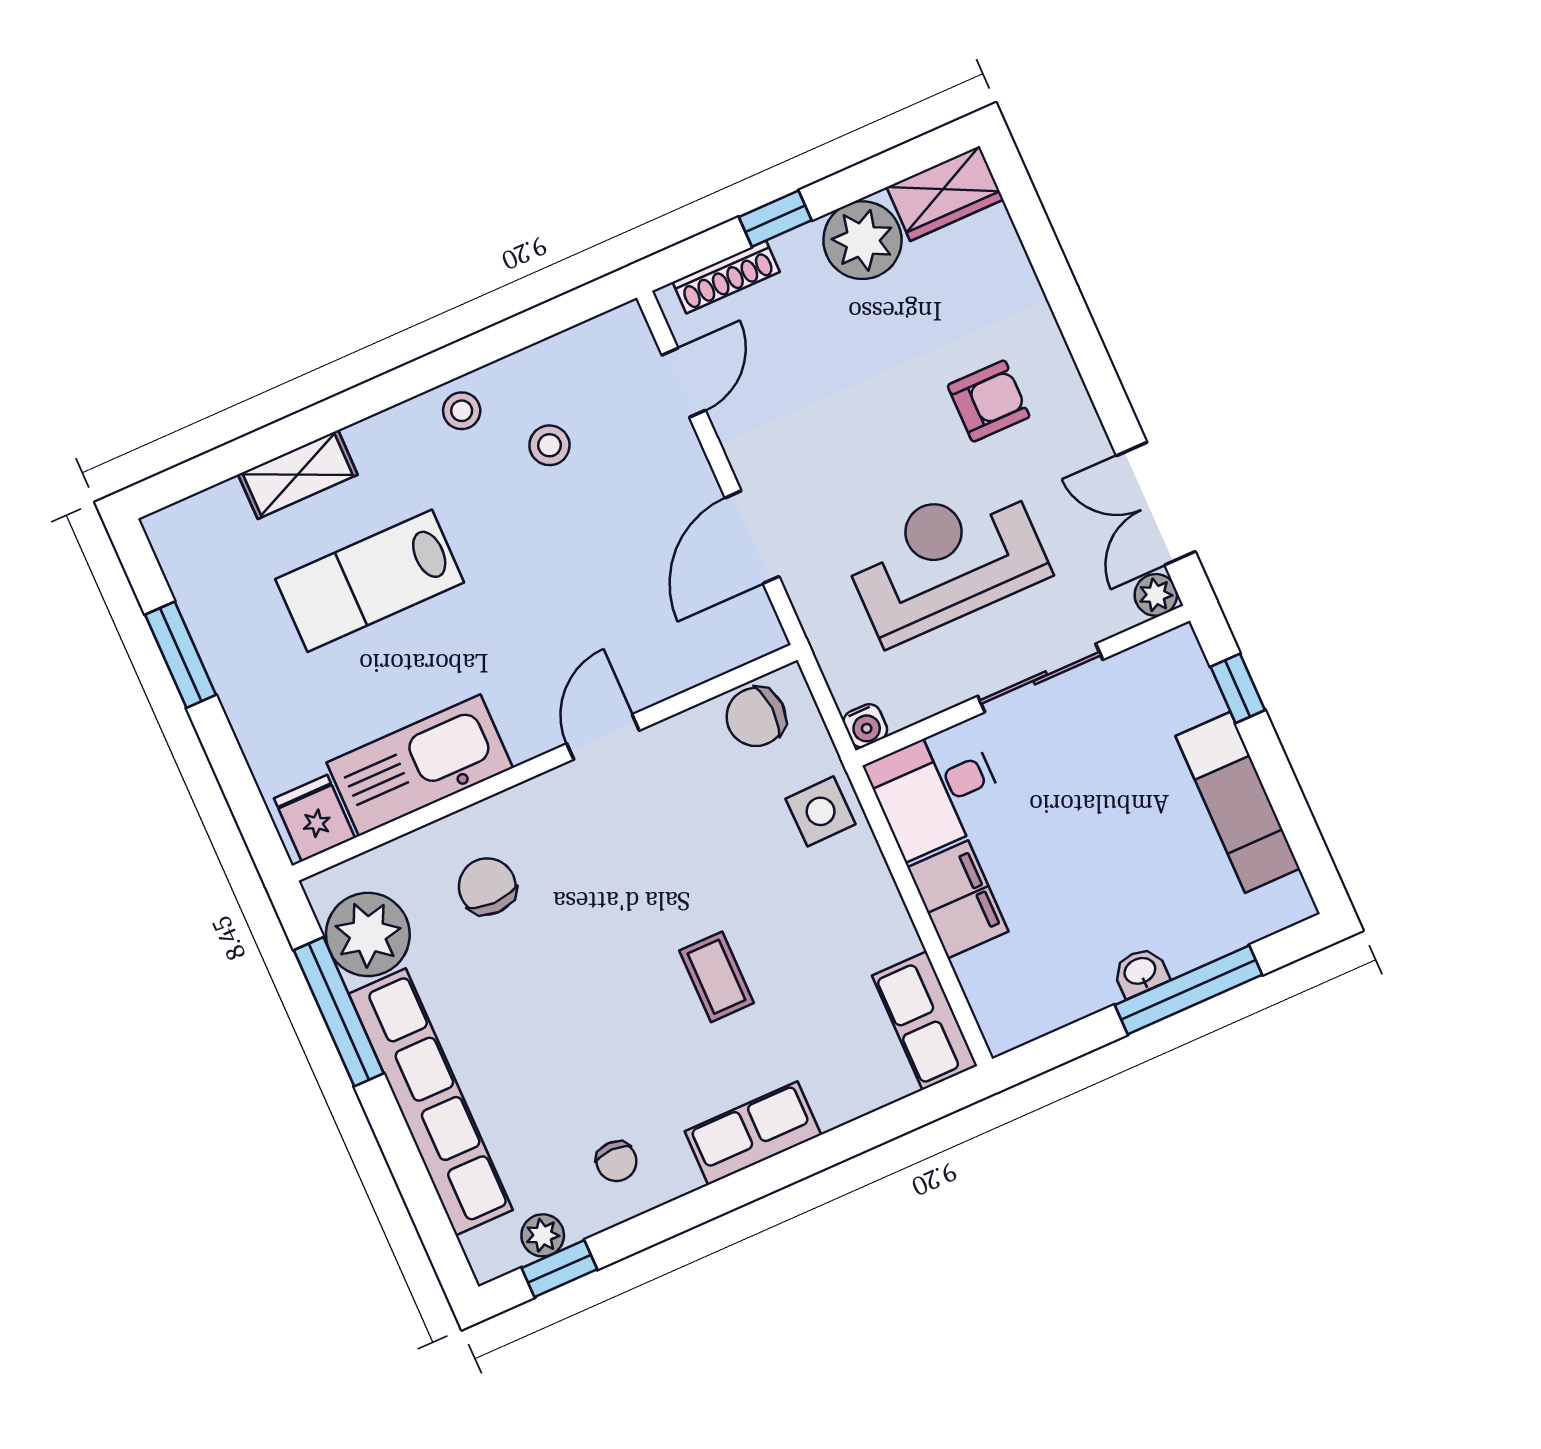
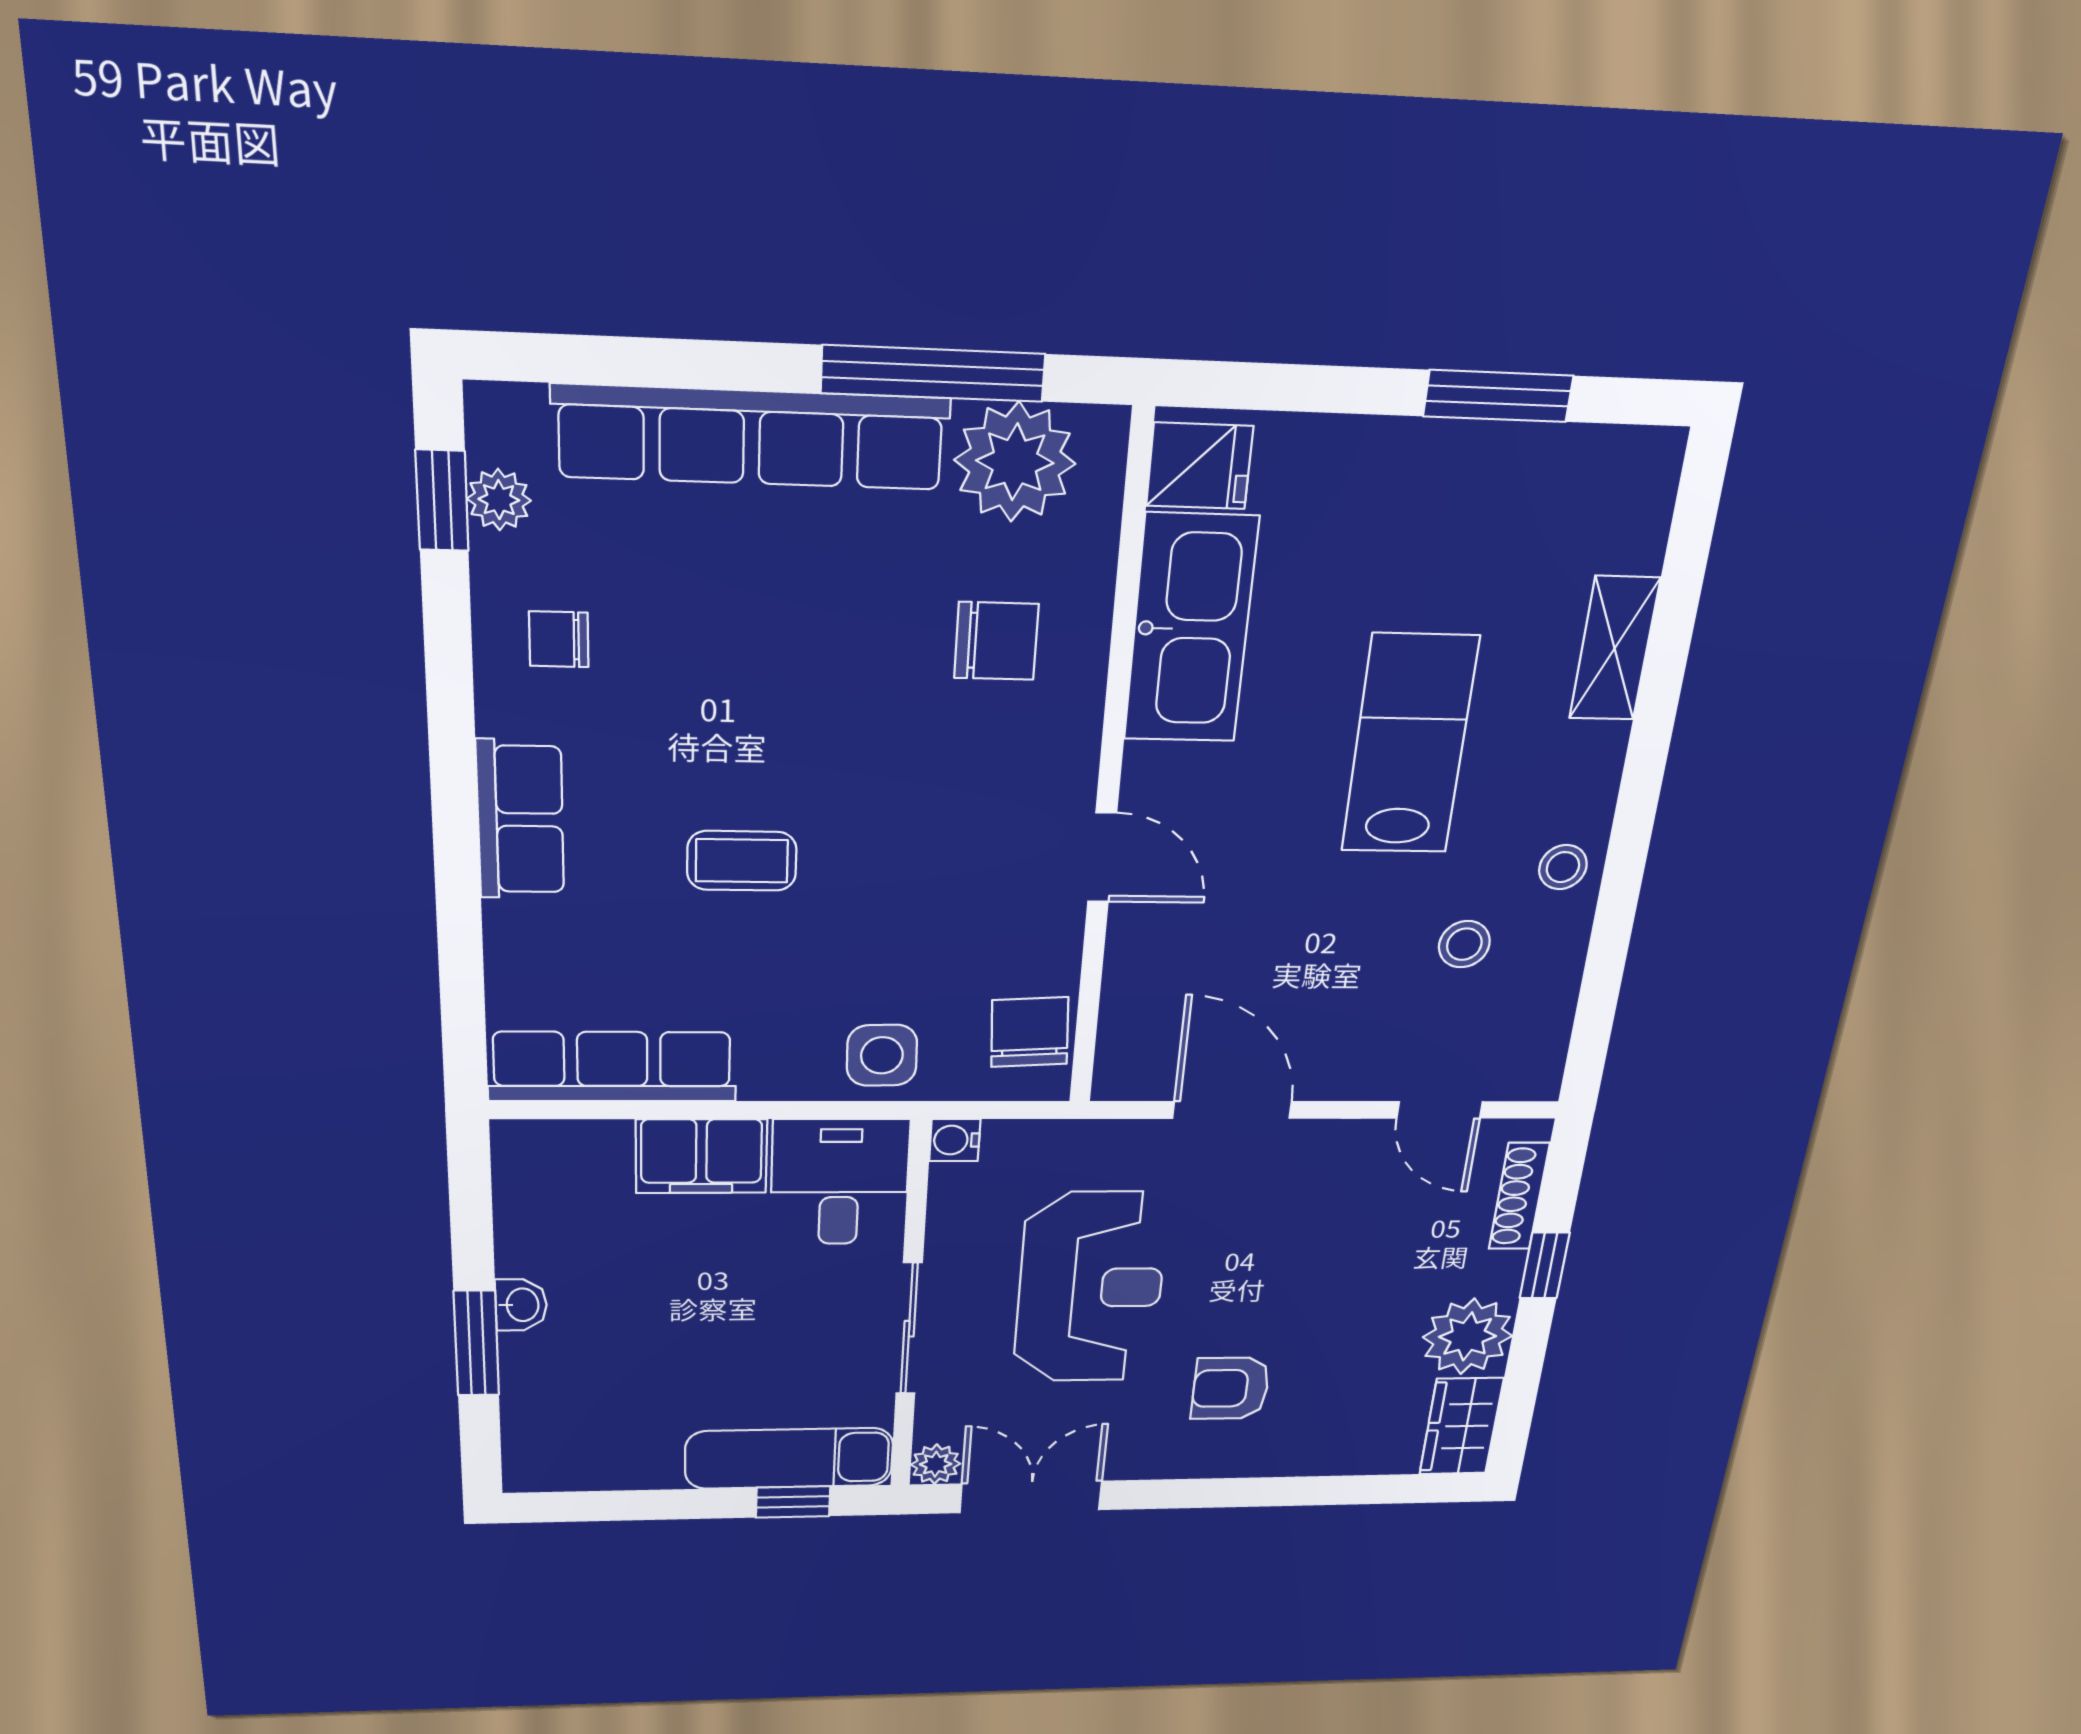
armchair: (989, 401) -> (1231, 1388), turned 90
lab bench: (370, 581) -> (1410, 745), moved
exam couch: (1238, 802) -> (789, 1458), moved
window: (1188, 990) -> (476, 1343), width x0.69
row of seats: (925, 1021) -> (612, 1067), width x1.48

